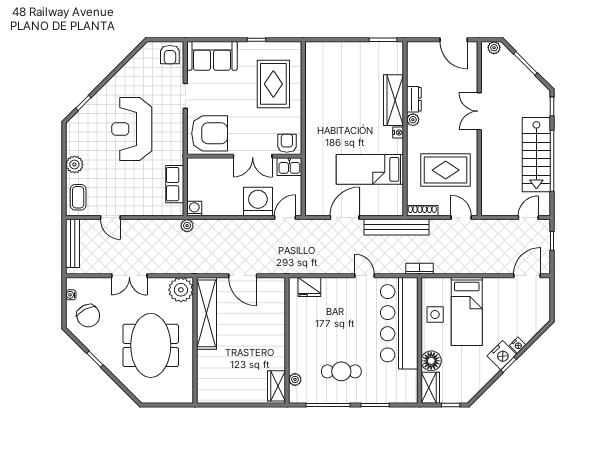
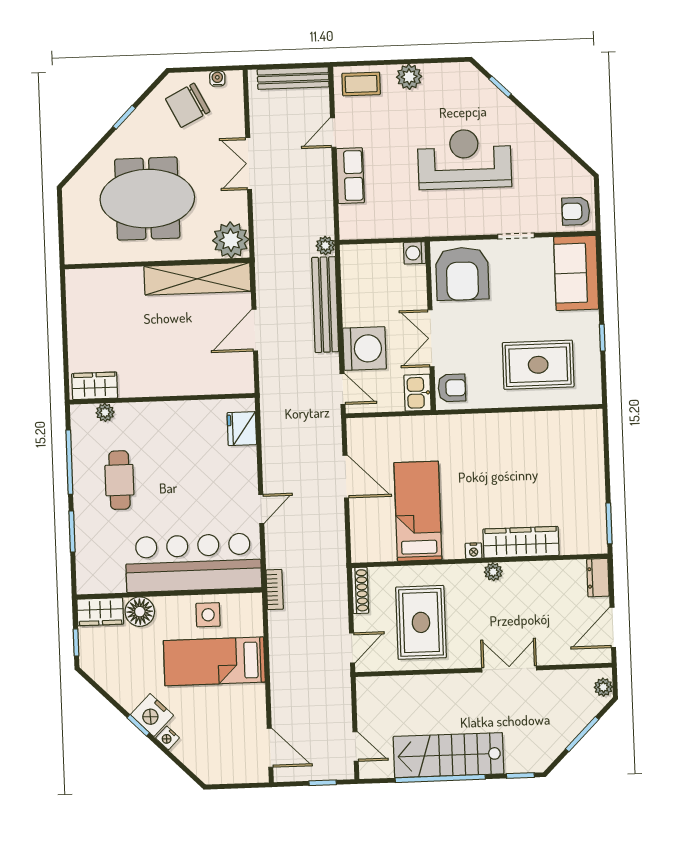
dresser: (414, 99) -> (598, 578), moved, turned 90
row of seats: (175, 184) -> (350, 176), moved, turned 90
washing machine: (194, 209) -> (415, 253), moved, turned 180
bench: (396, 227) -> (325, 305), moved

